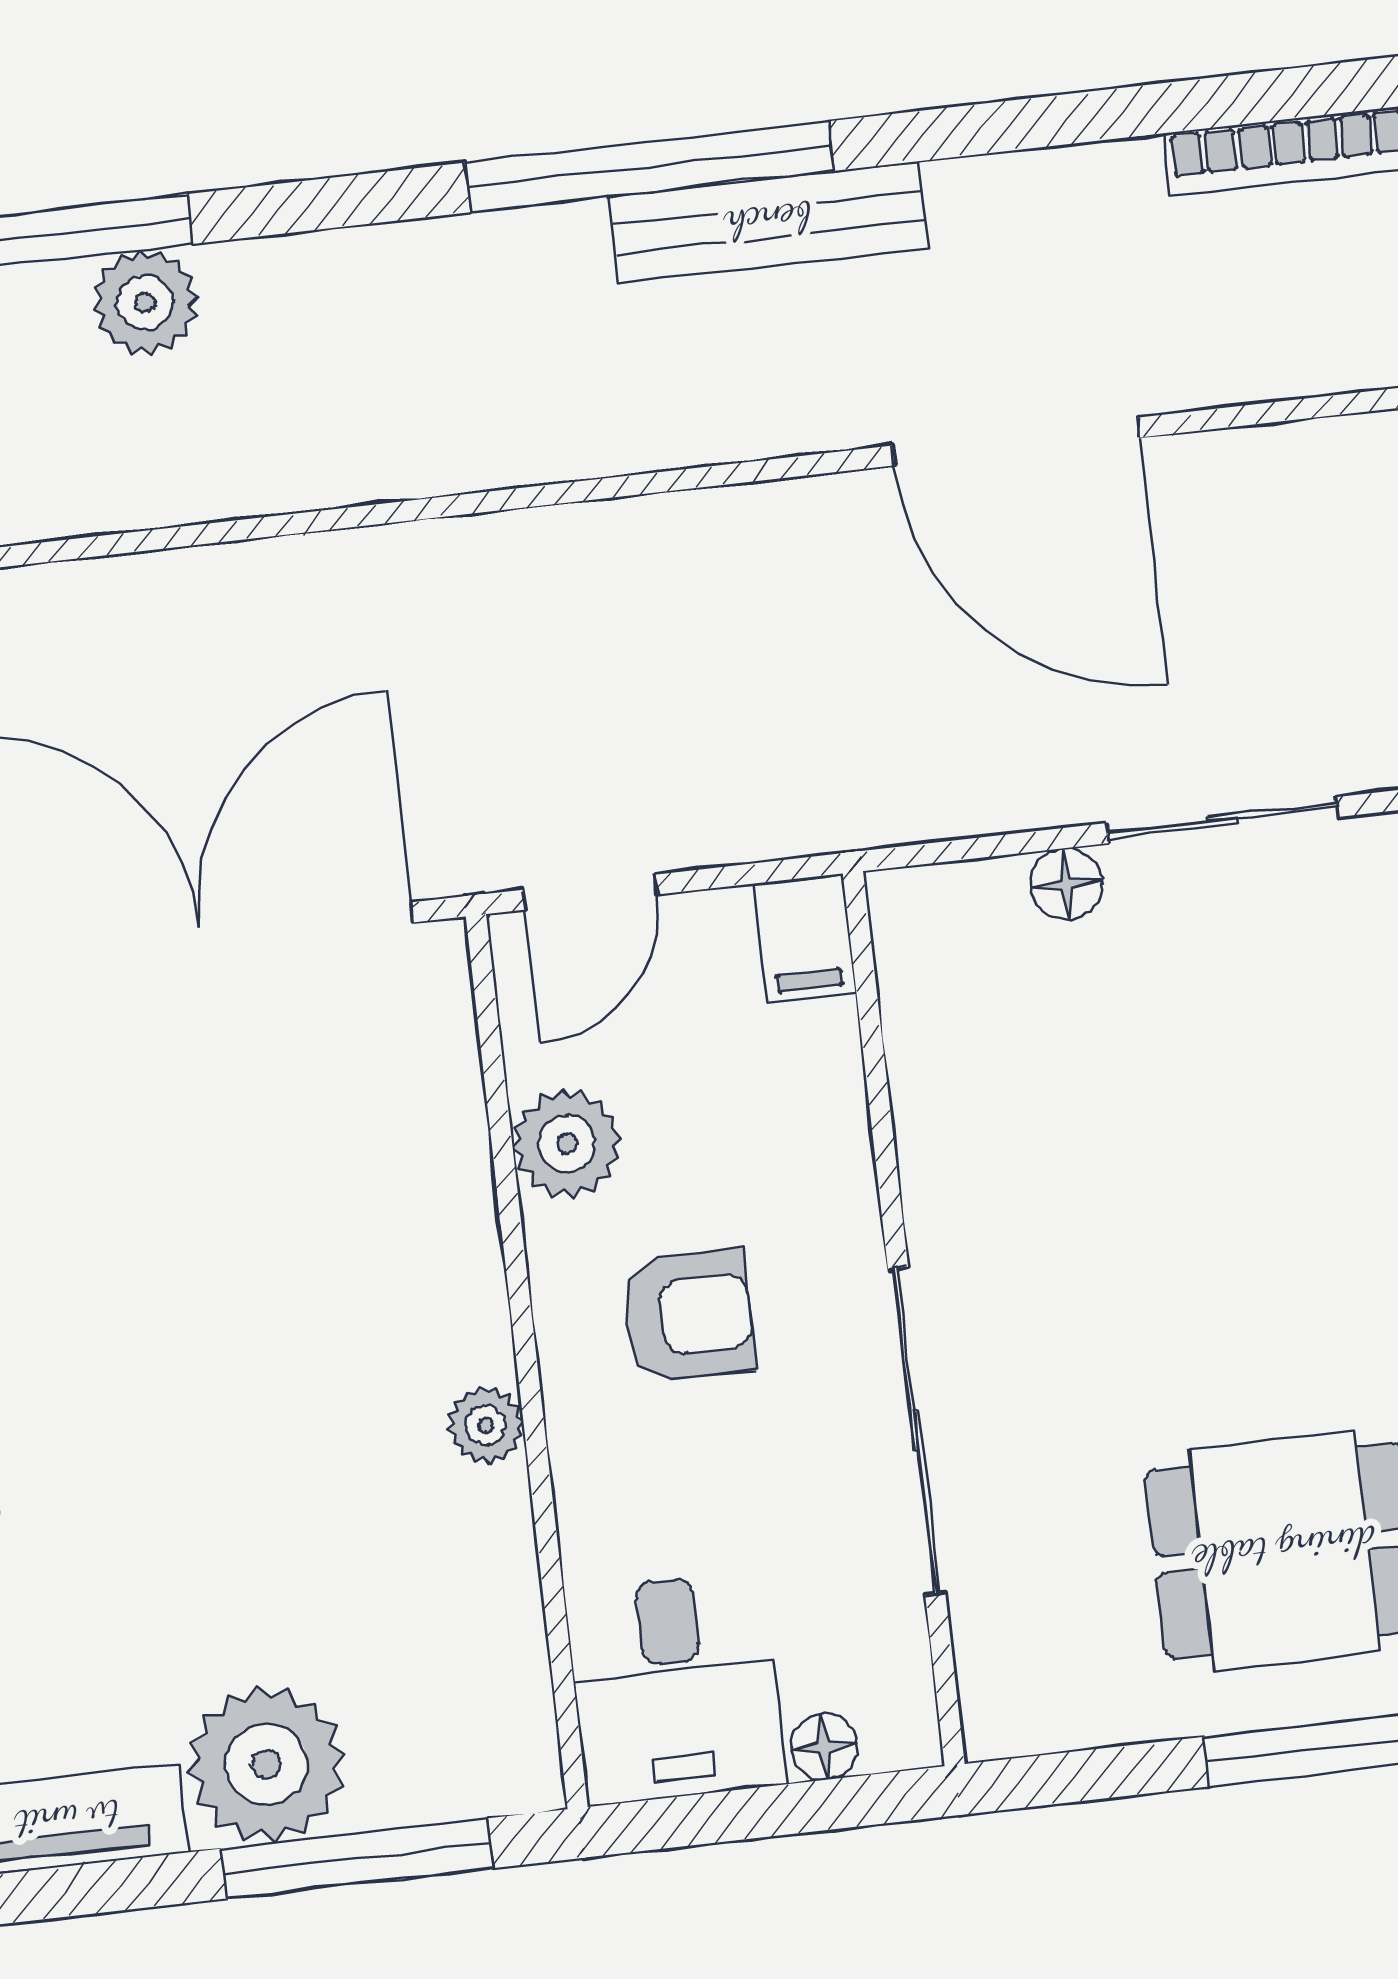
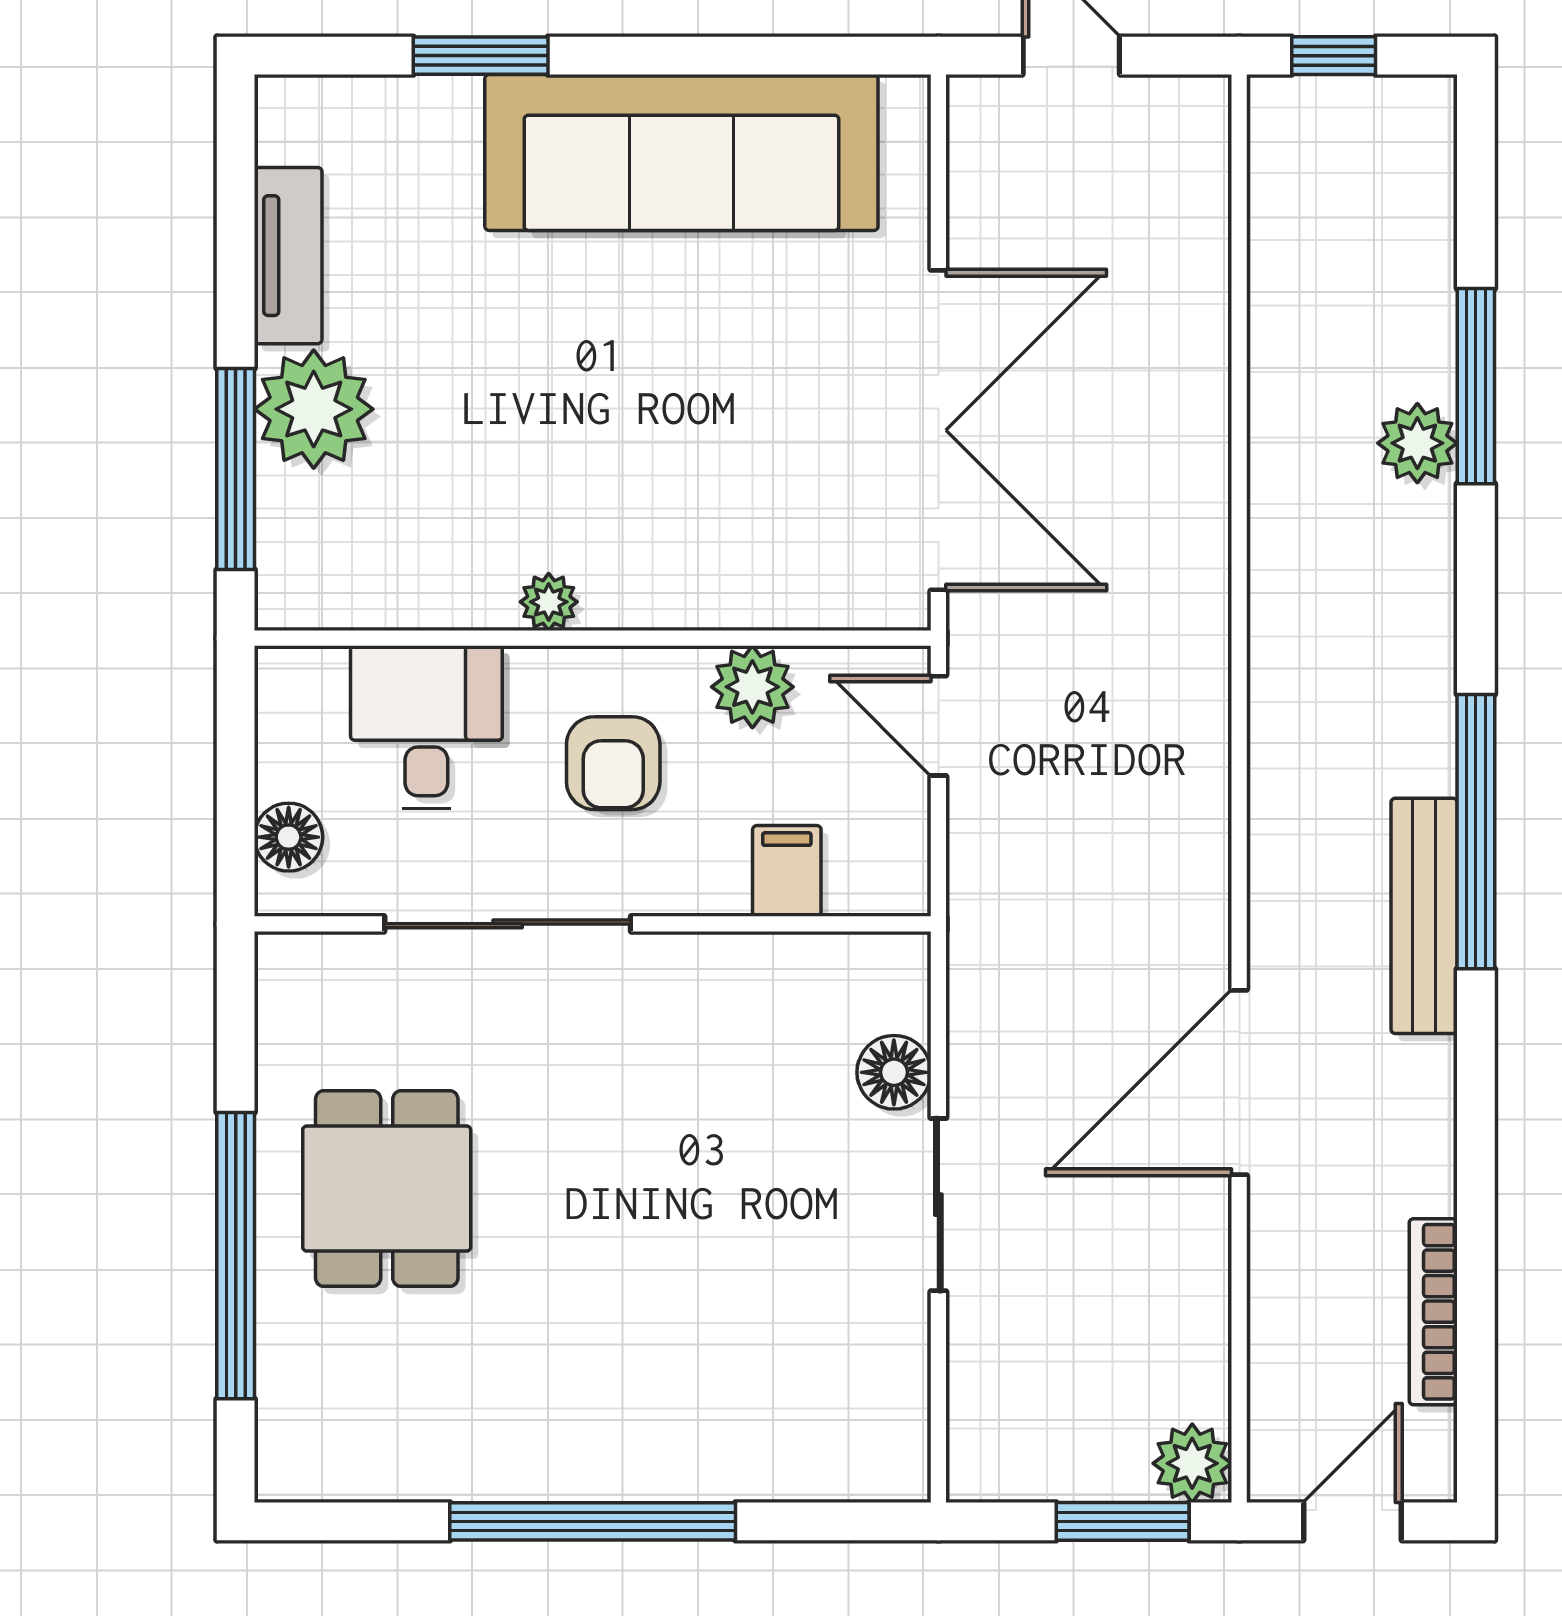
floor lamp: (1066, 884) -> (894, 1072), width x1.37, depth x1.37
filing cabinet: (805, 938) -> (787, 871), moved, turned 90
desk: (675, 1688) -> (426, 727), moved, turned 90
floor lamp: (824, 1747) -> (289, 837), width x1.37, depth x1.37

